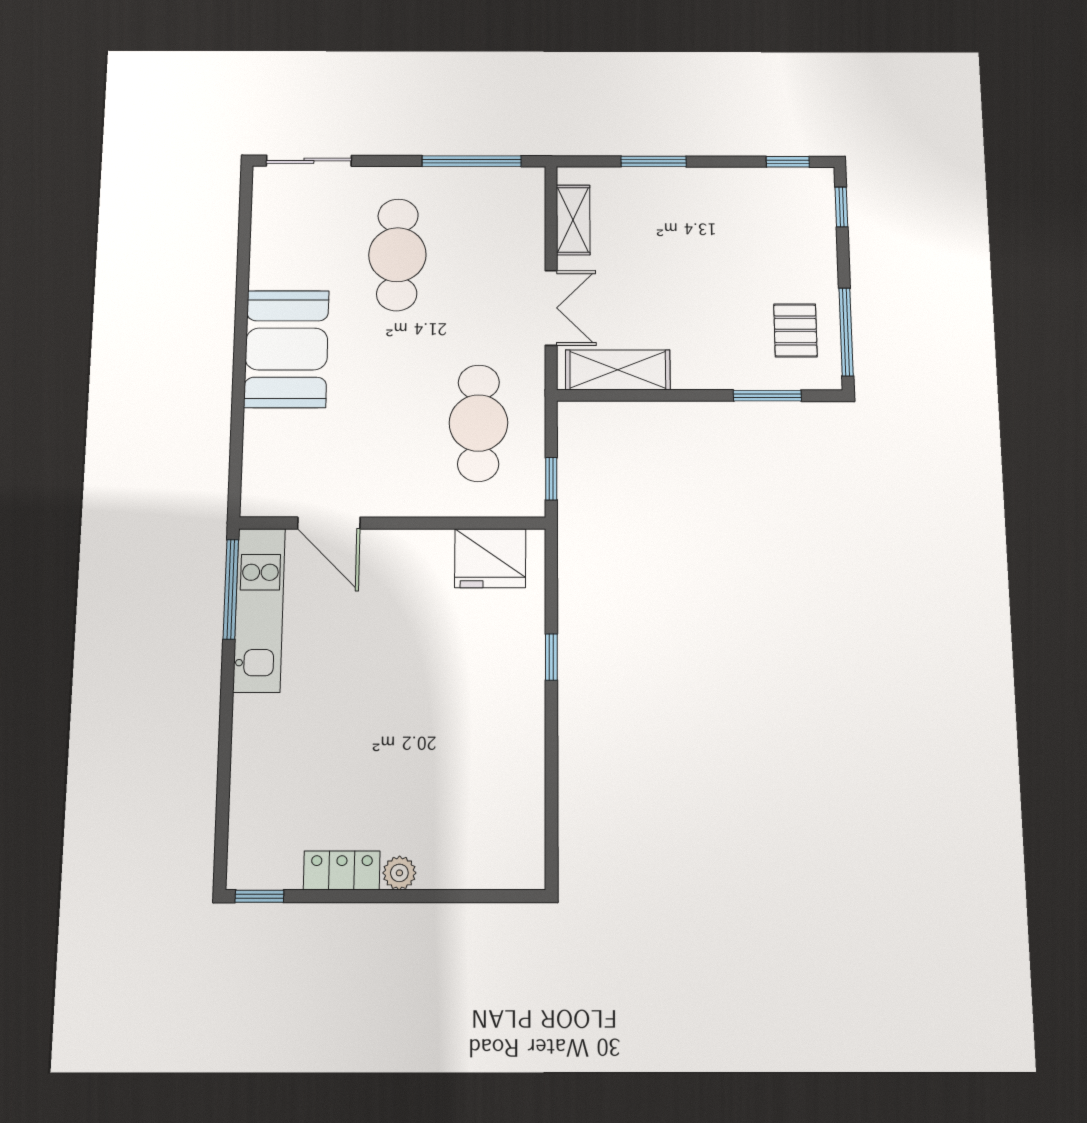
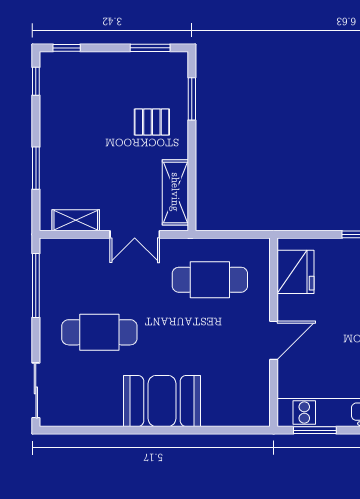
double door: (551, 308) -> (135, 234), swing flipped
pallet: (795, 330) -> (152, 122), moved
window: (846, 332) -> (150, 48), width x0.69
window: (551, 479) -> (245, 234), removed
door: (329, 523) -> (274, 340), moved
window: (231, 589) -> (315, 430), width x0.69

